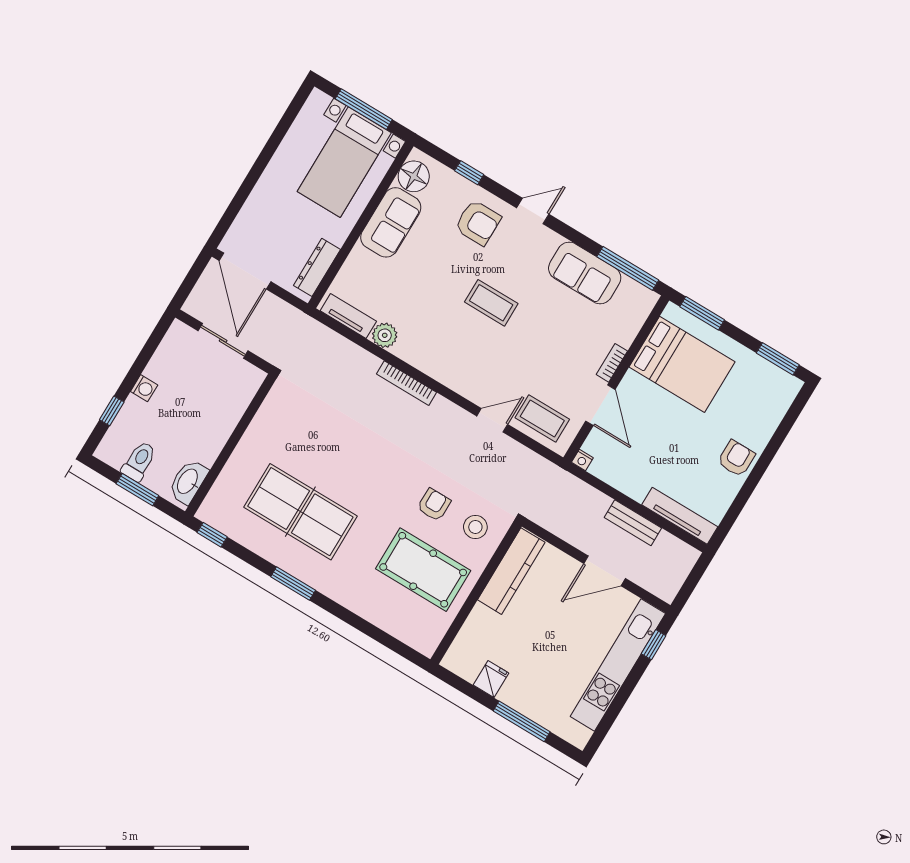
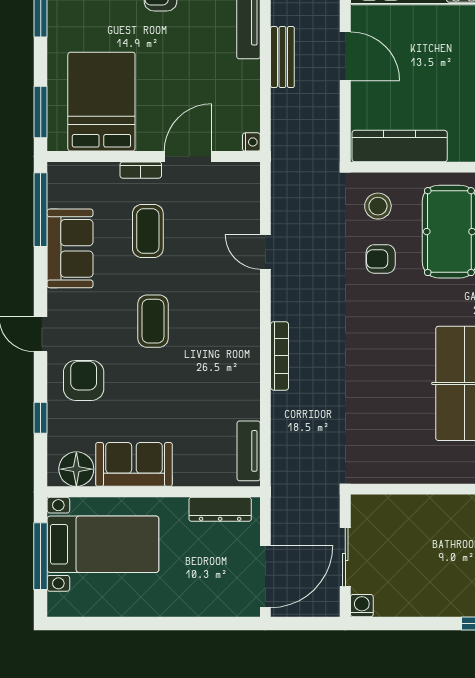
plant: (385, 335) -> (246, 405), removed
washing machine: (144, 388) -> (362, 606), moved
coffee table: (542, 419) -> (148, 231), moved

